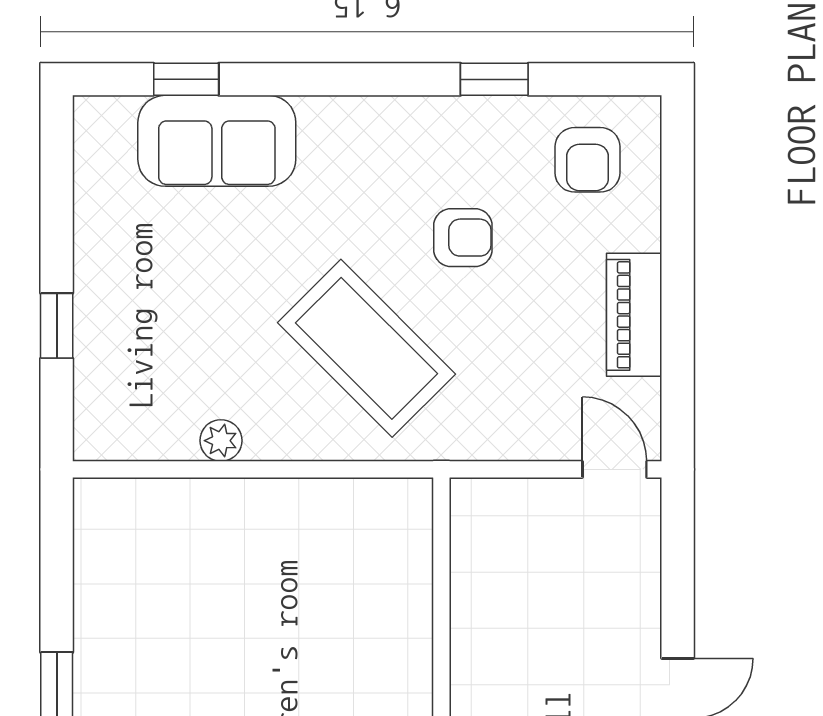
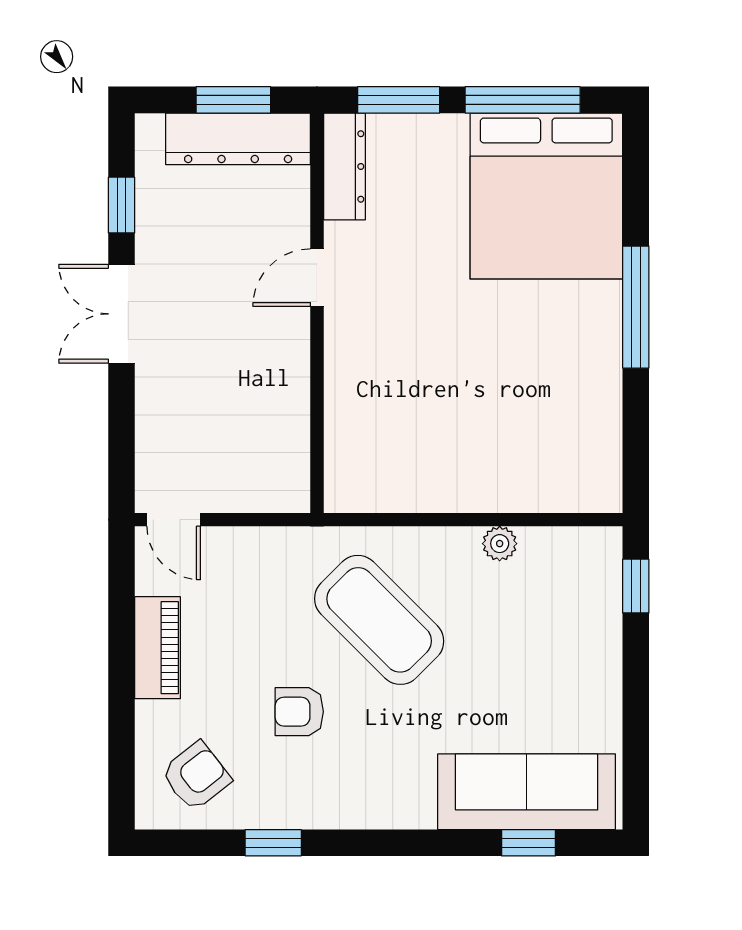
sofa: (217, 141) -> (527, 792), width x1.36
armchair: (587, 160) -> (196, 776), turned 52
window: (57, 326) -> (636, 586), moved

